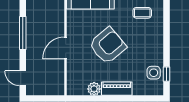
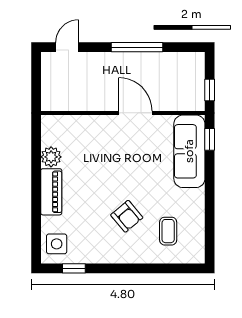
armchair: (108, 46) -> (127, 216), moved, width x0.53, depth x0.53
door: (66, 48) -> (135, 113), moved
side table: (154, 73) -> (57, 244), moved

